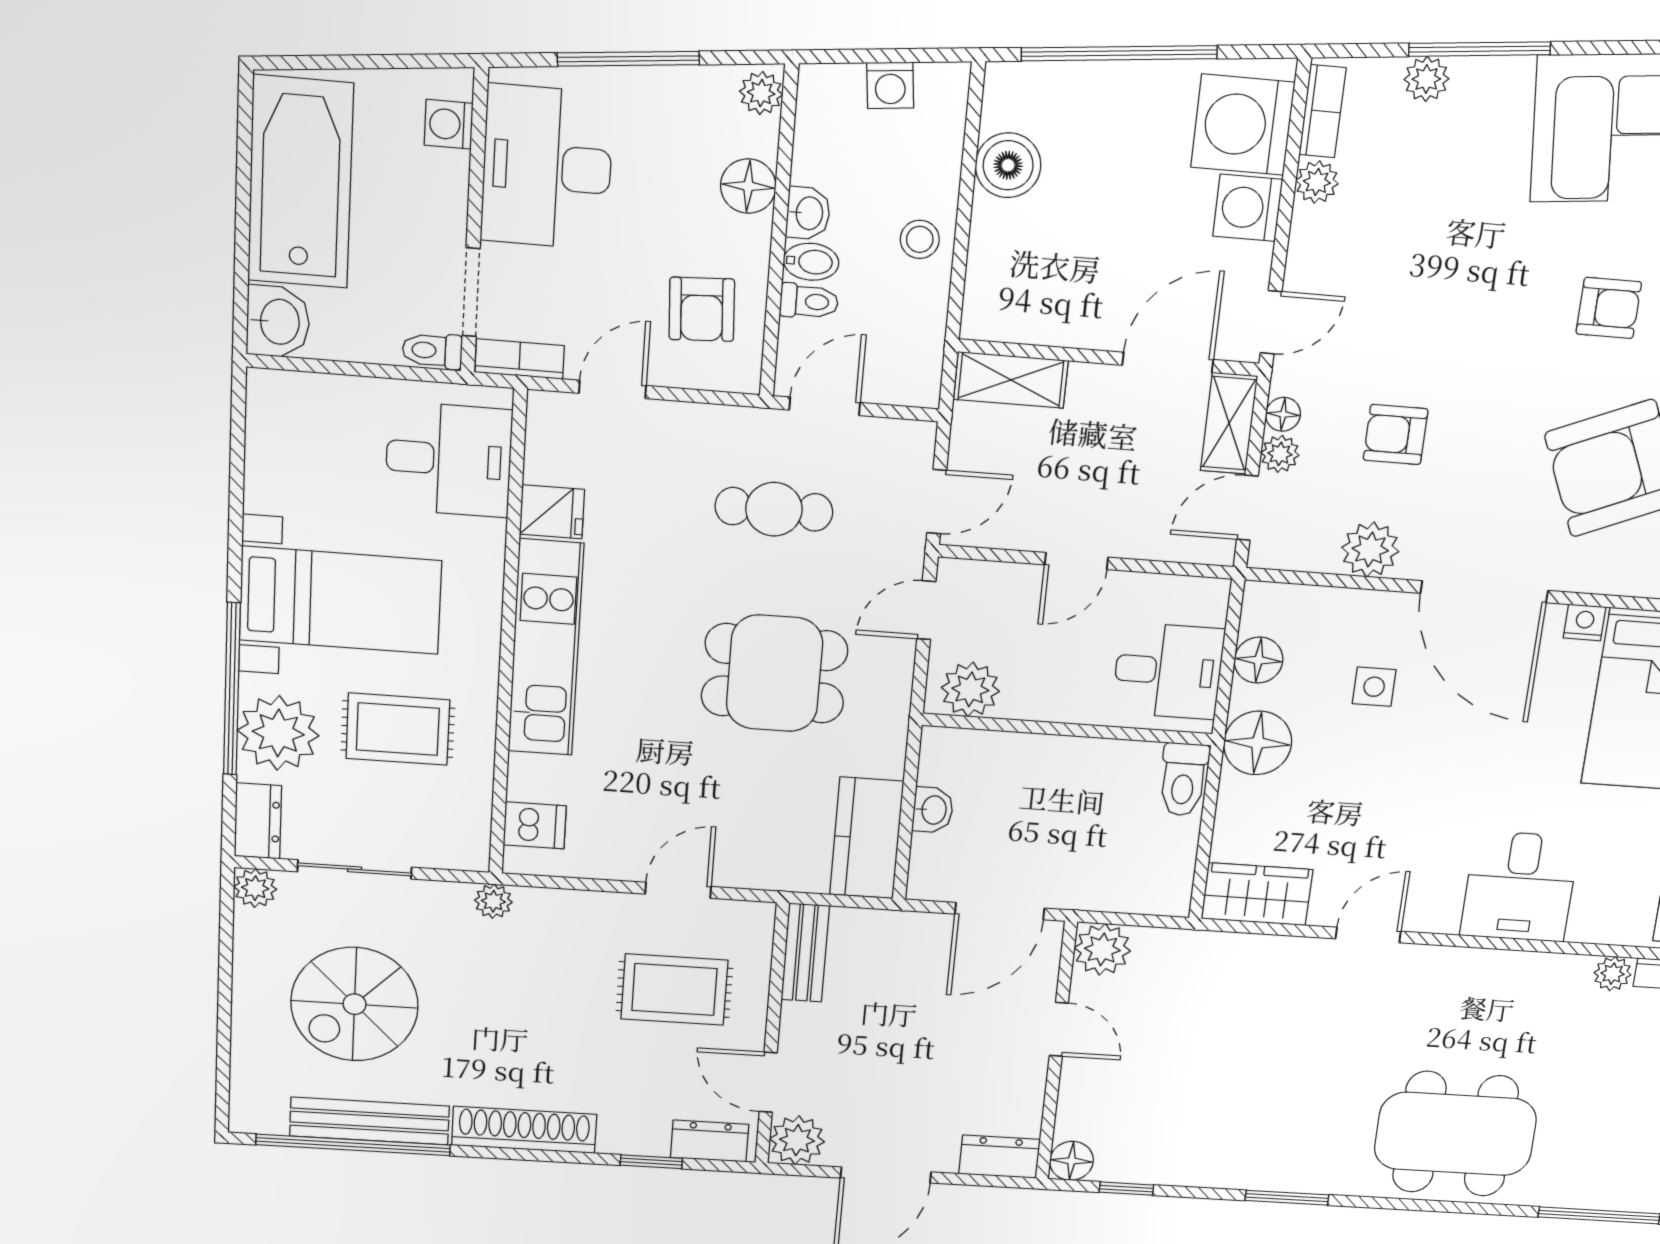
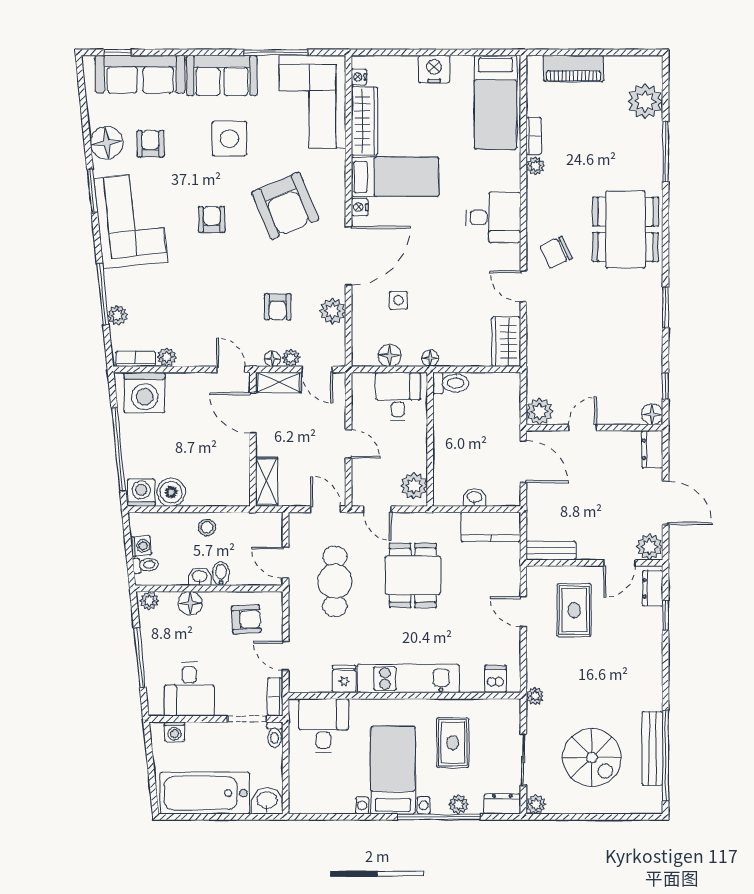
desk: (547, 167) -> (189, 689), width x0.73
washing machine: (1248, 208) -> (141, 493), moved, turned 180
toilet: (809, 301) -> (146, 565), moved, turned 84
cafe table: (774, 509) -> (335, 581), width x1.37, depth x1.35
plant: (278, 733) -> (459, 804), width x0.53, depth x0.53
floor lamp: (1258, 743) -> (430, 358), width x0.53, depth x0.53
chair: (1429, 1002) -> (556, 252), added
shoe rack: (524, 1130) -> (652, 676), removed

